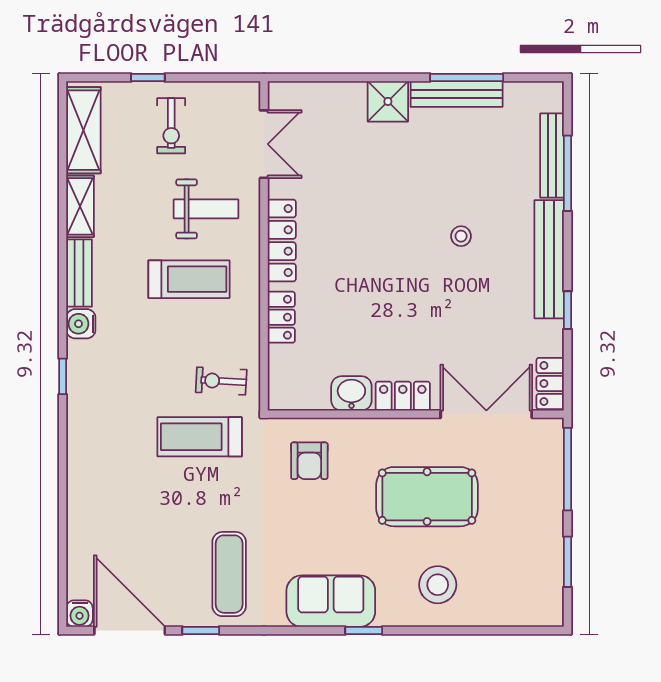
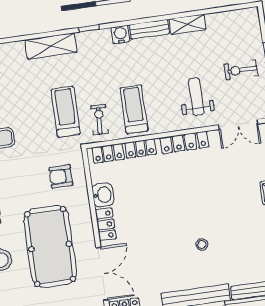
shelving: (83, 130) -> (51, 46), moved
weight bench: (206, 209) -> (196, 97), turned 180
treadmill: (189, 279) -> (134, 109), moved, turned 180
locker: (282, 374) -> (108, 153), added
pool table: (427, 497) -> (50, 247), width x1.36, depth x1.32

